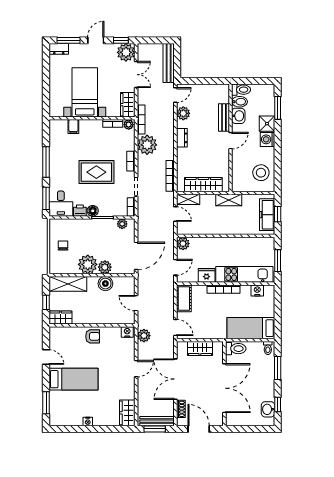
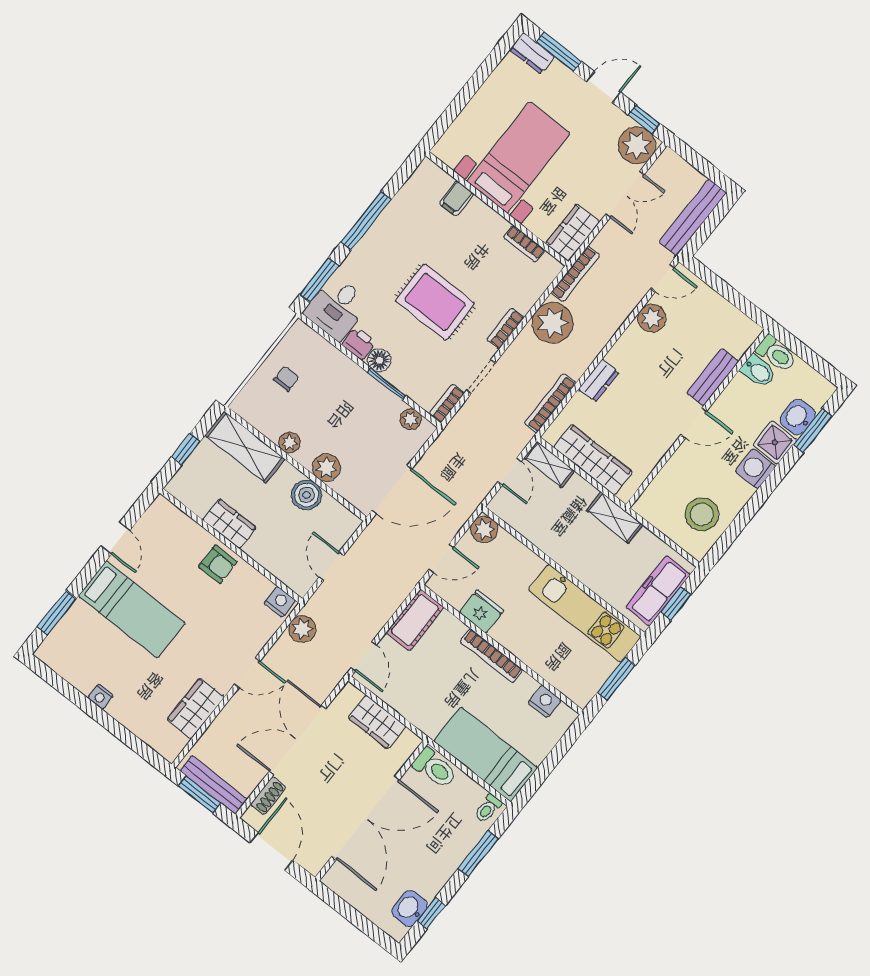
washbasin: (238, 116) -> (798, 417), moved, turned 180
plant: (129, 125) -> (549, 266), removed
dresser: (182, 138) -> (599, 380), moved
plant: (88, 264) -> (289, 443), width x0.53, depth x0.53
kitchen unit: (244, 274) -> (585, 613), moved, turned 180
wardrobe: (61, 318) -> (229, 524), moved
wardrobe: (127, 413) -> (196, 708), moved

